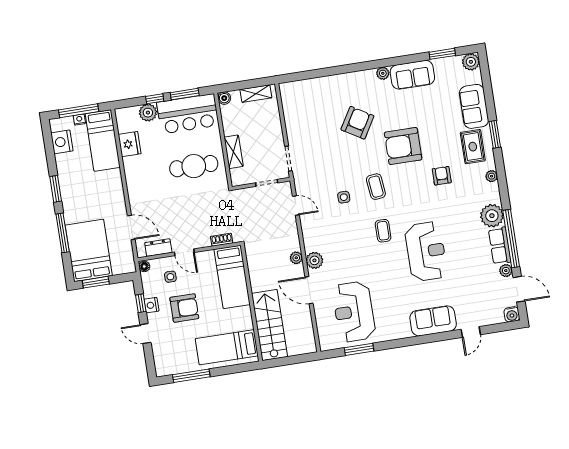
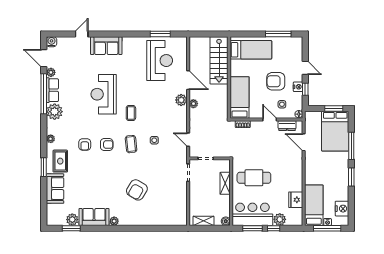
plant: (471, 62) -> (72, 220), moved
armchair: (403, 146) -> (107, 145), moved, width x0.53, depth x0.53

